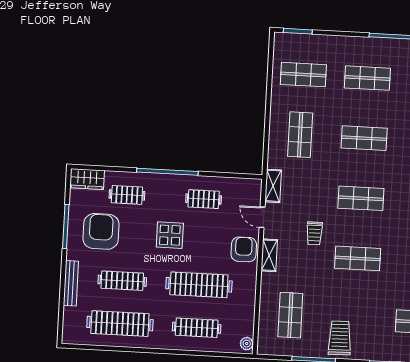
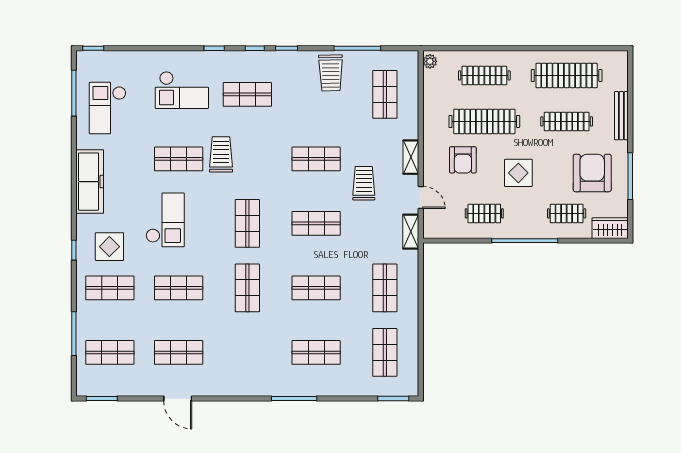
shop shelf: (303, 75) -> (385, 352), turned 90
armchair: (101, 231) -> (592, 173), turned 180
trolley: (314, 233) -> (364, 183), width x1.36, depth x1.39
armchair: (244, 249) -> (463, 160), moved

